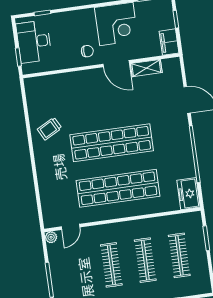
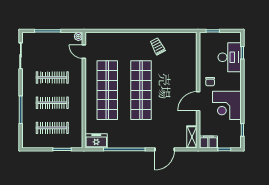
desk: (34, 42) -> (230, 57), moved, turned 90
shelving: (146, 68) -> (192, 137), moved

